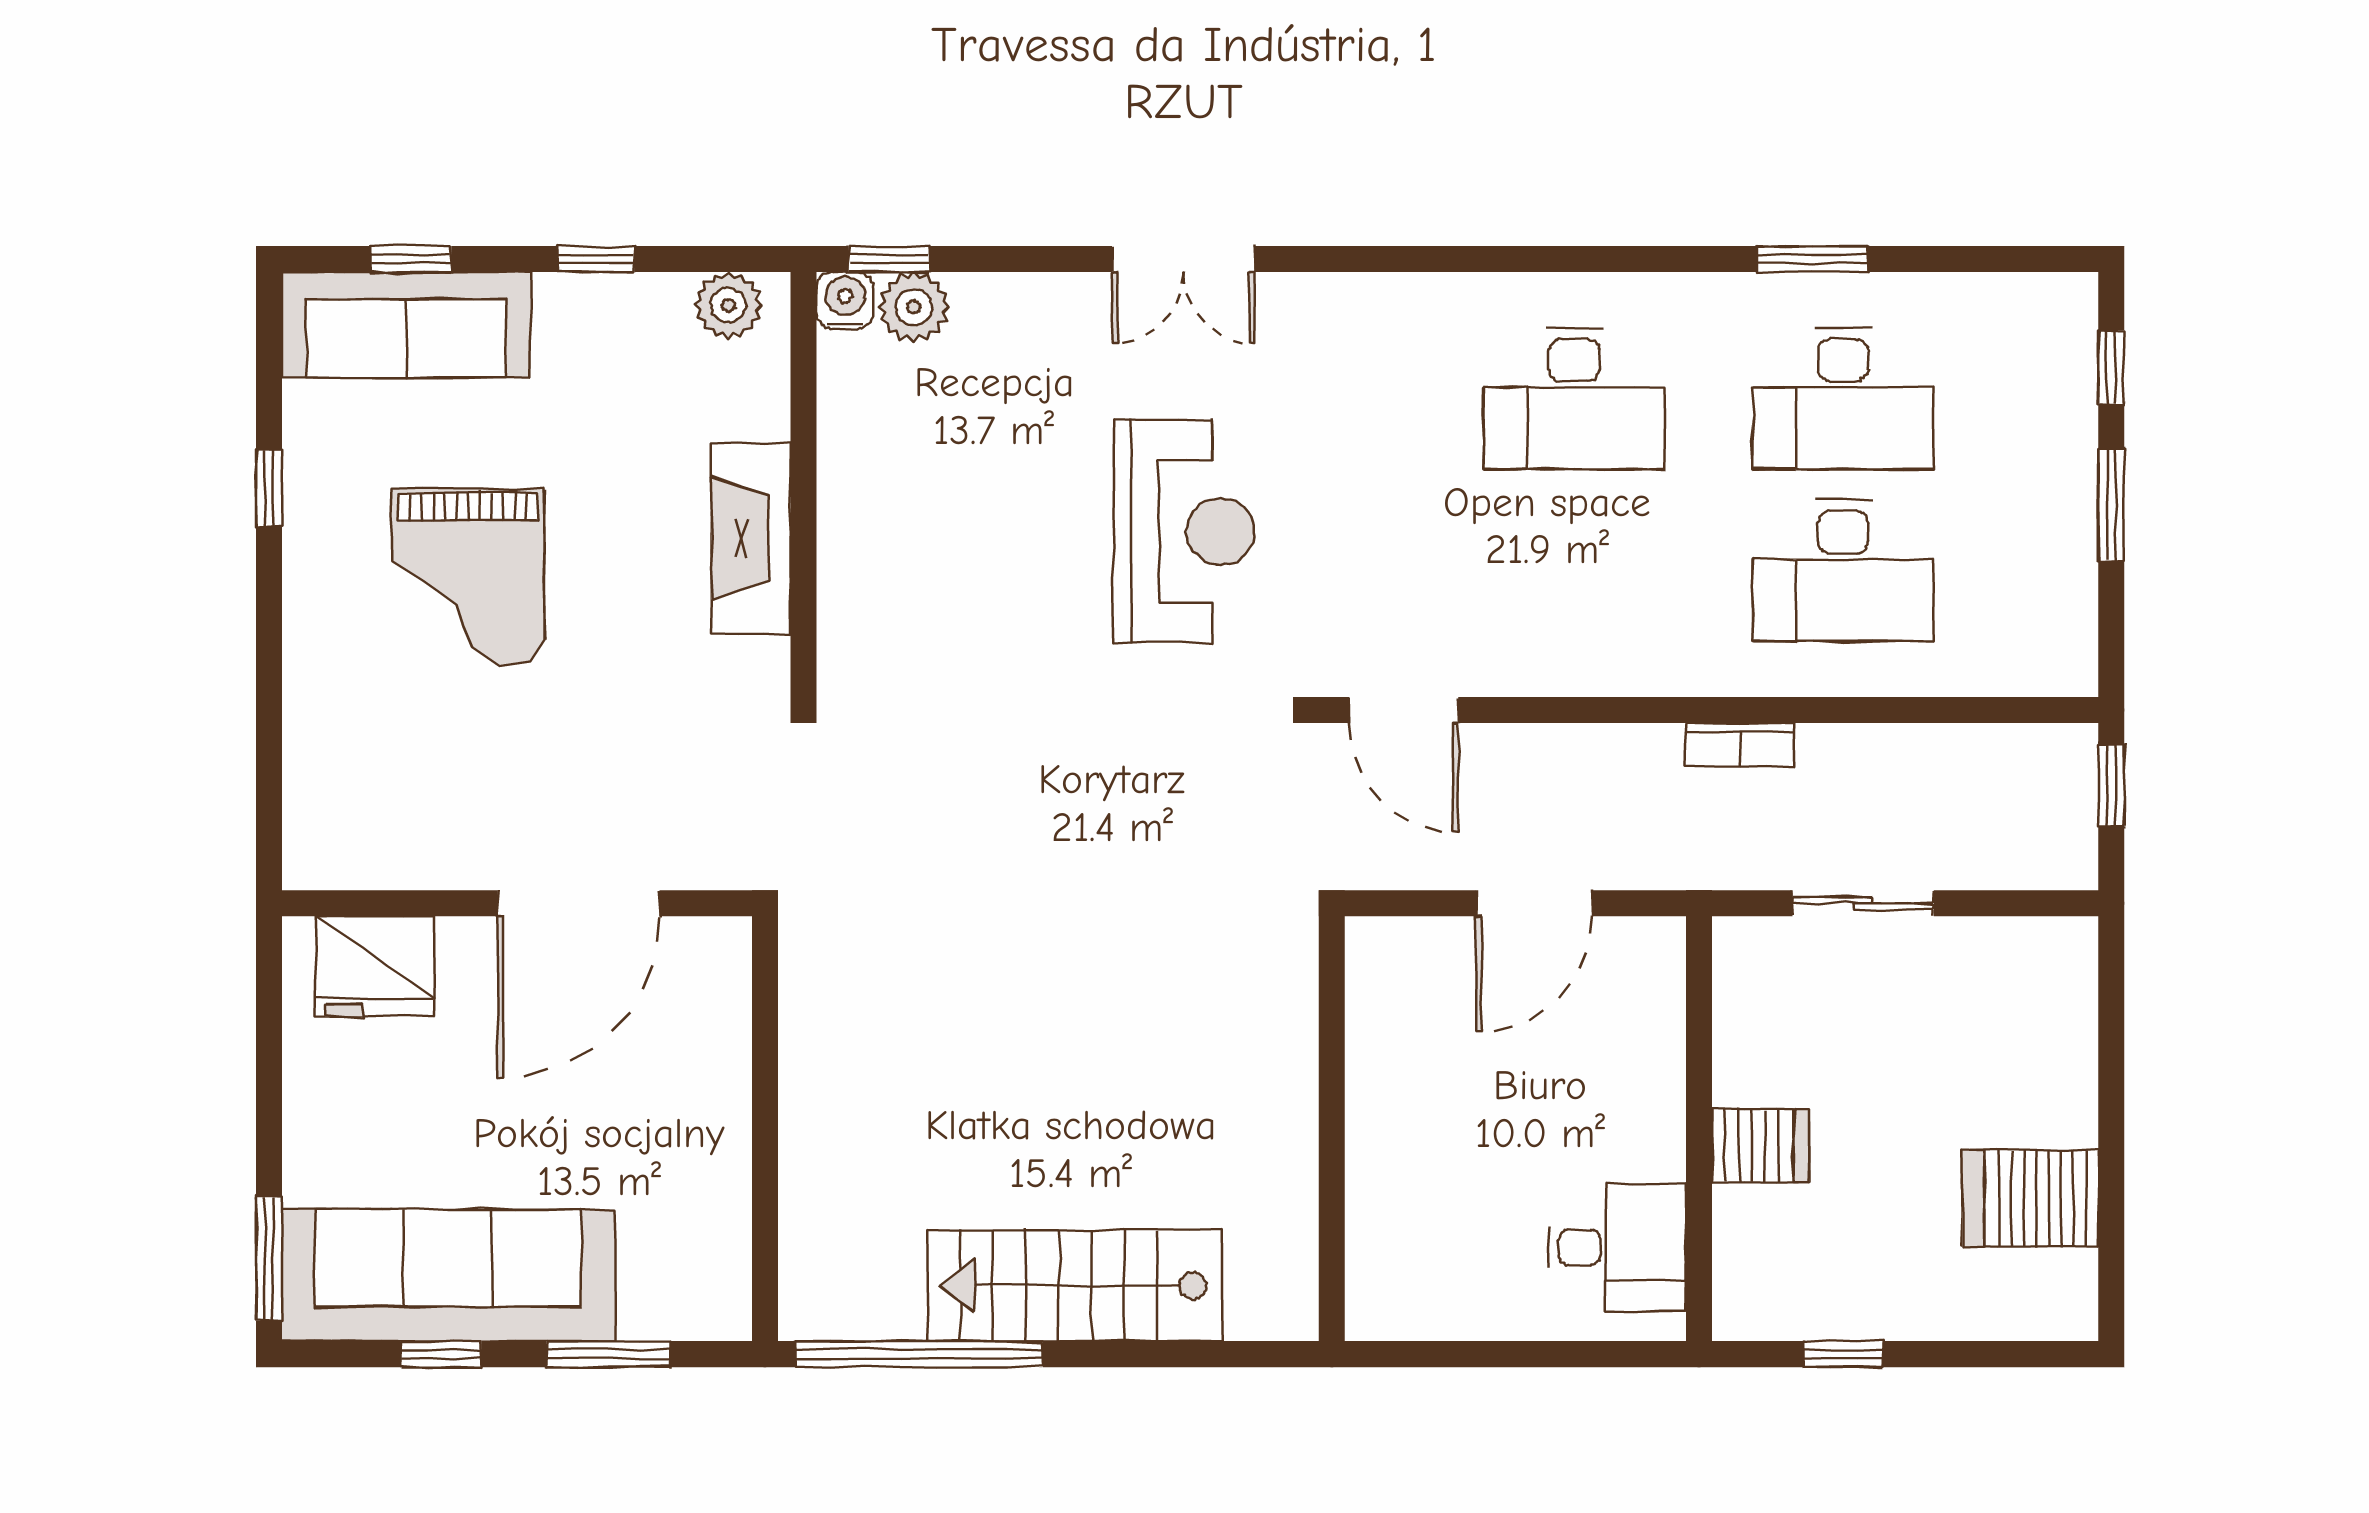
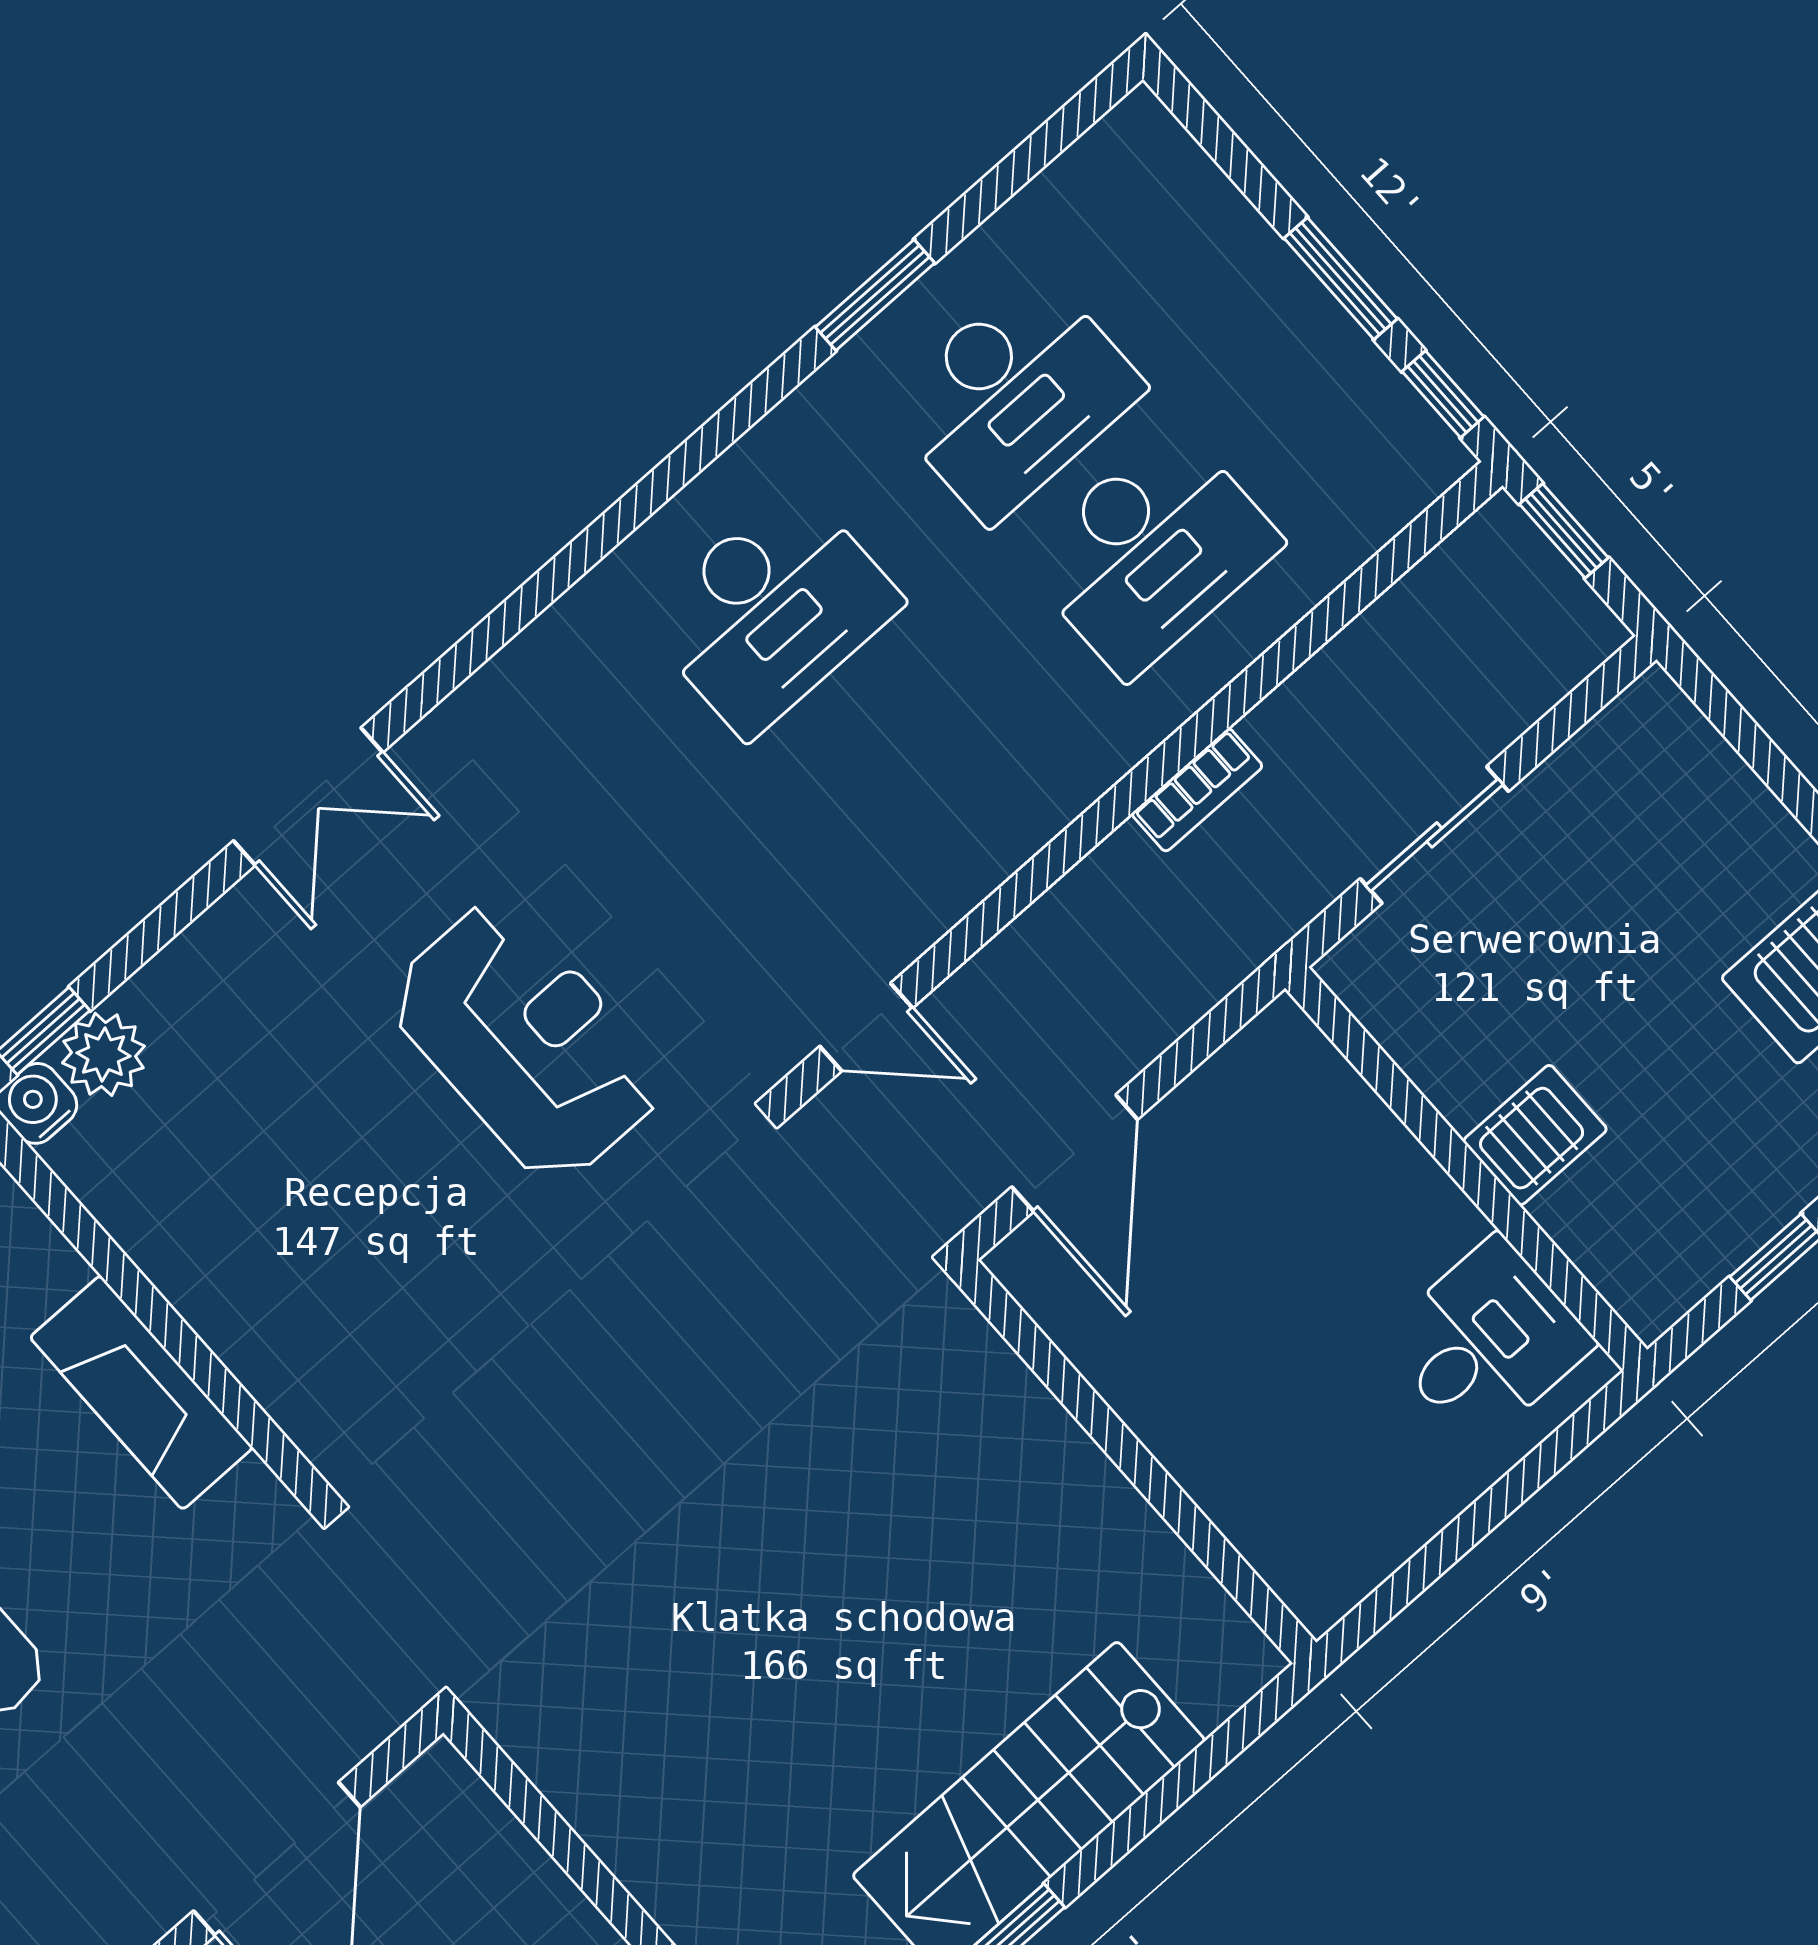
window: (2111, 367) -> (1443, 394), moved
door: (1404, 710) -> (866, 1027), width x0.73
door: (1534, 903) -> (1075, 1153), moved

